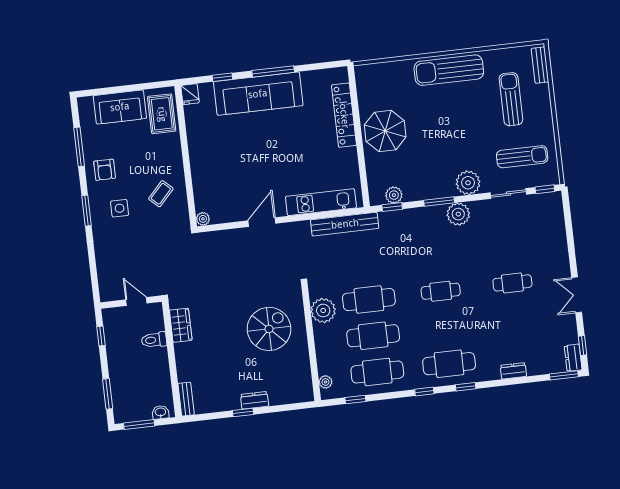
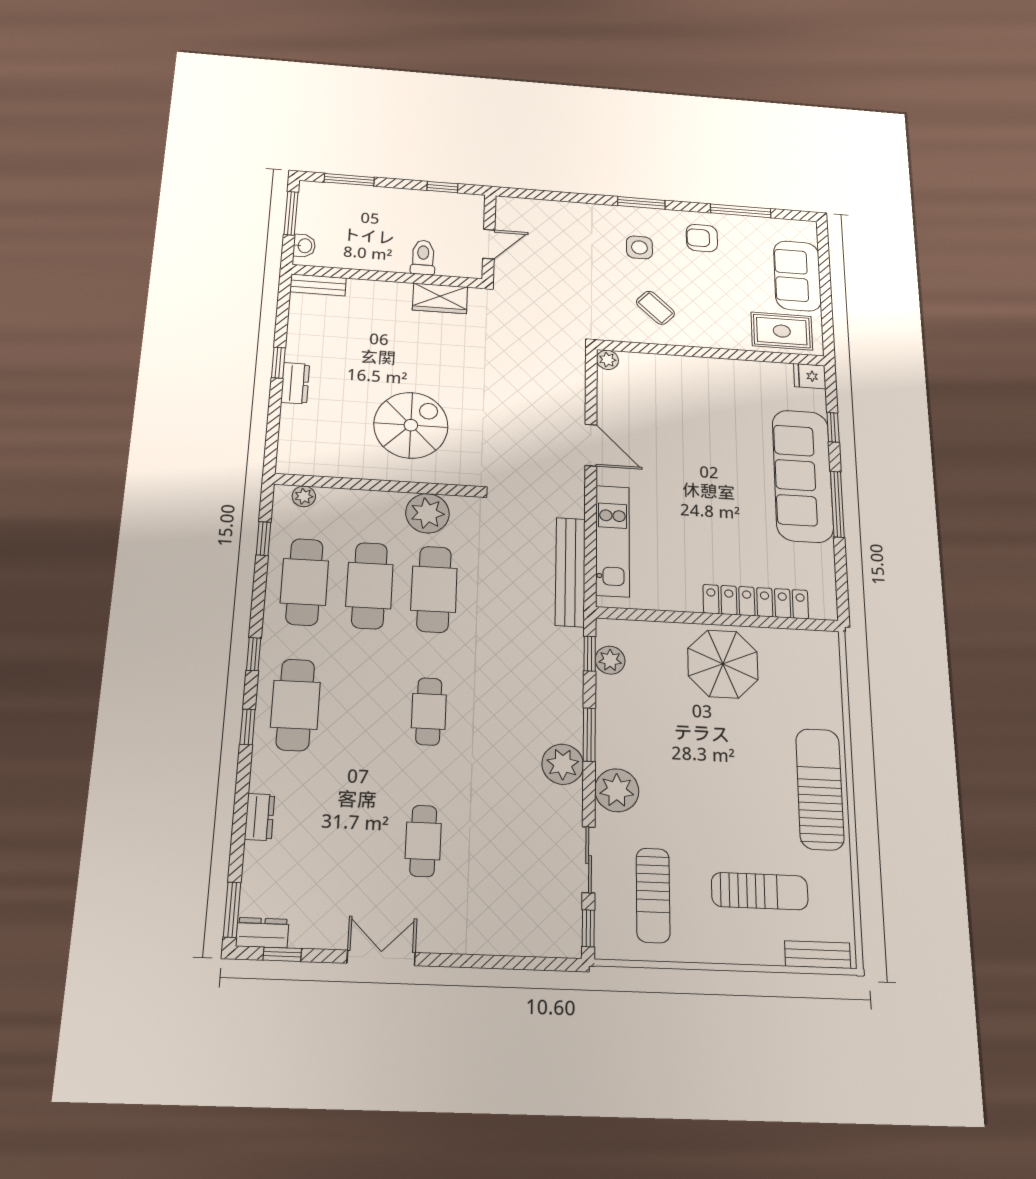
spiral stairs: (269, 329) -> (411, 425), turned -90

